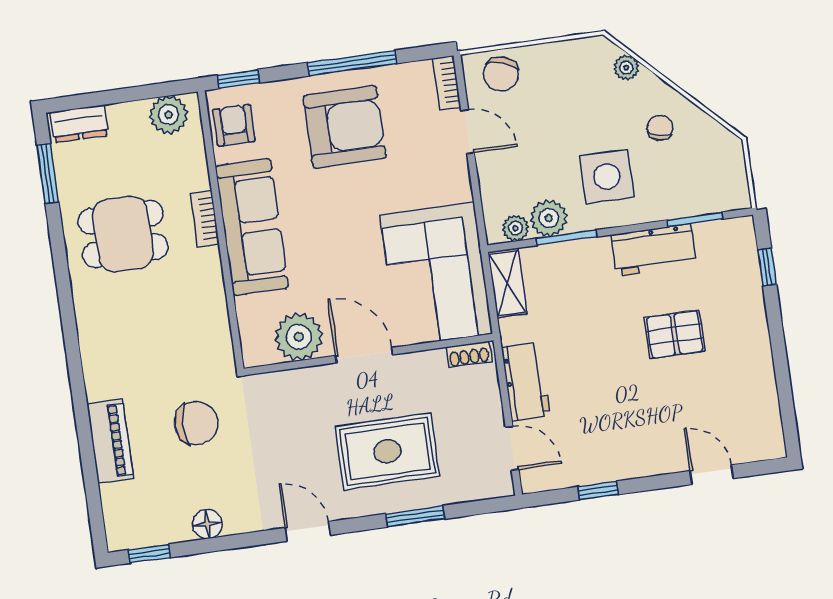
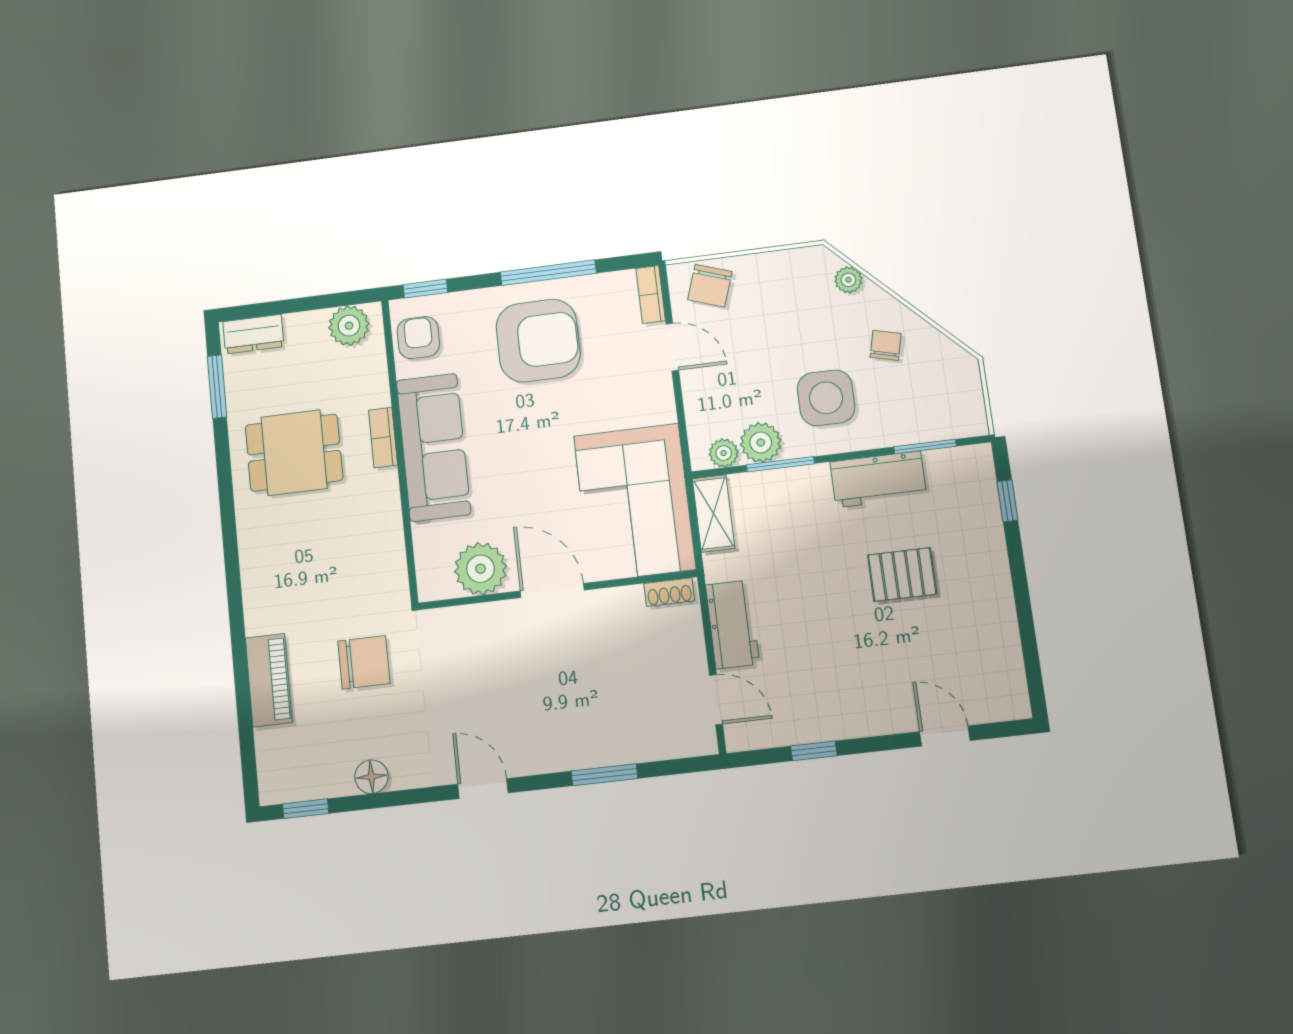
rug: (387, 451) -> (575, 700), removed

